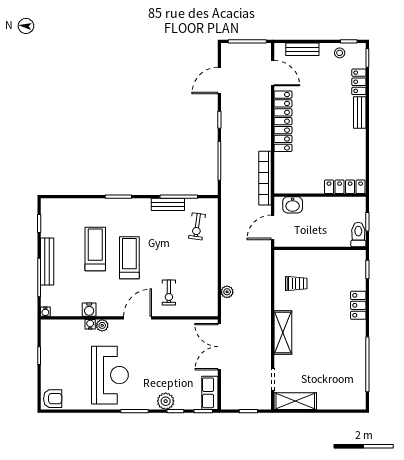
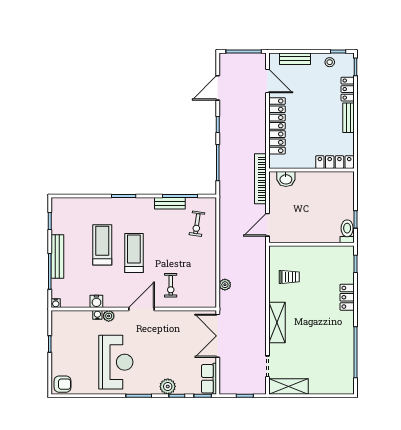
locker: (345, 187) -> (335, 162), moved
wall: (320, 195) -> (311, 170), moved
washbasin: (293, 205) -> (286, 179), moved

